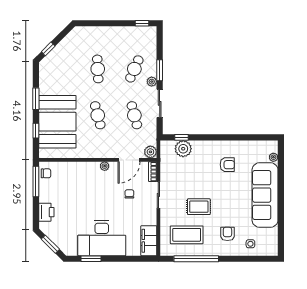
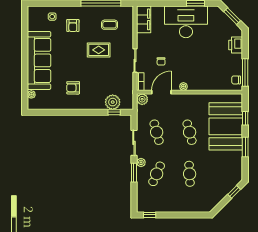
coffee table: (187, 235) -> (110, 25), width x0.54, depth x0.58

